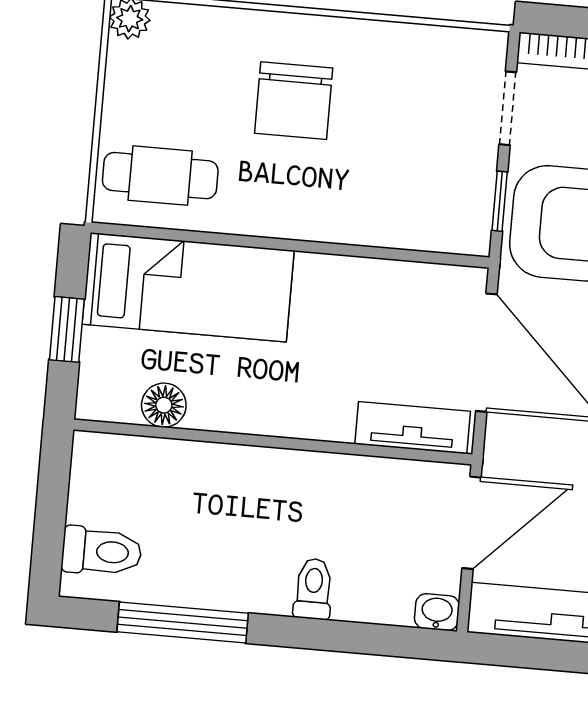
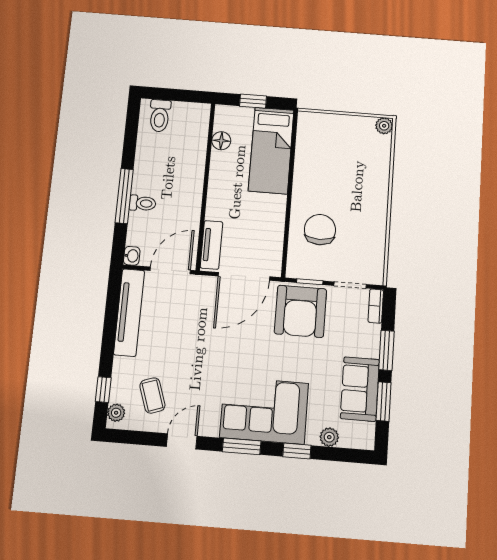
chair: (294, 101) -> (320, 230), moved, turned 90
cafe table: (160, 176) -> (318, 139), removed
door: (472, 523) -> (170, 270), swing flipped
window: (183, 622) -> (124, 196), moved

